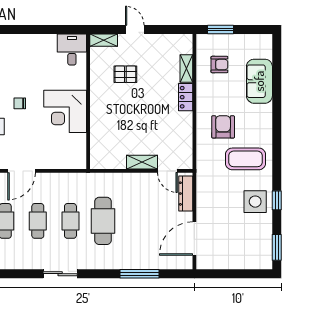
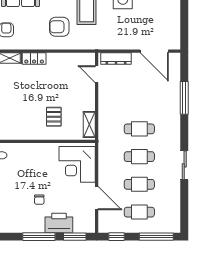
pallet: (125, 74) -> (54, 117), moved
corner desk: (65, 111) -> (77, 164), moved, turned 90
shelving: (142, 162) -> (89, 125), moved
door: (167, 171) -> (97, 74), swing flipped
cafe table: (103, 221) -> (139, 129), width x0.73, depth x0.74

